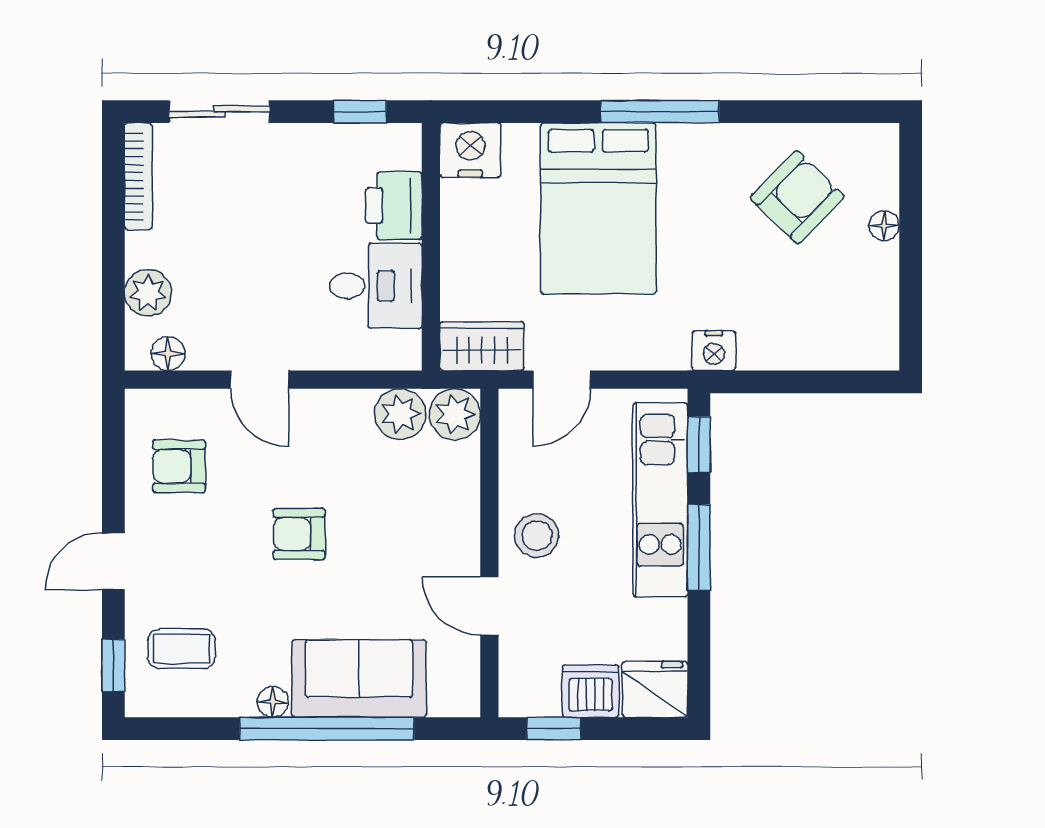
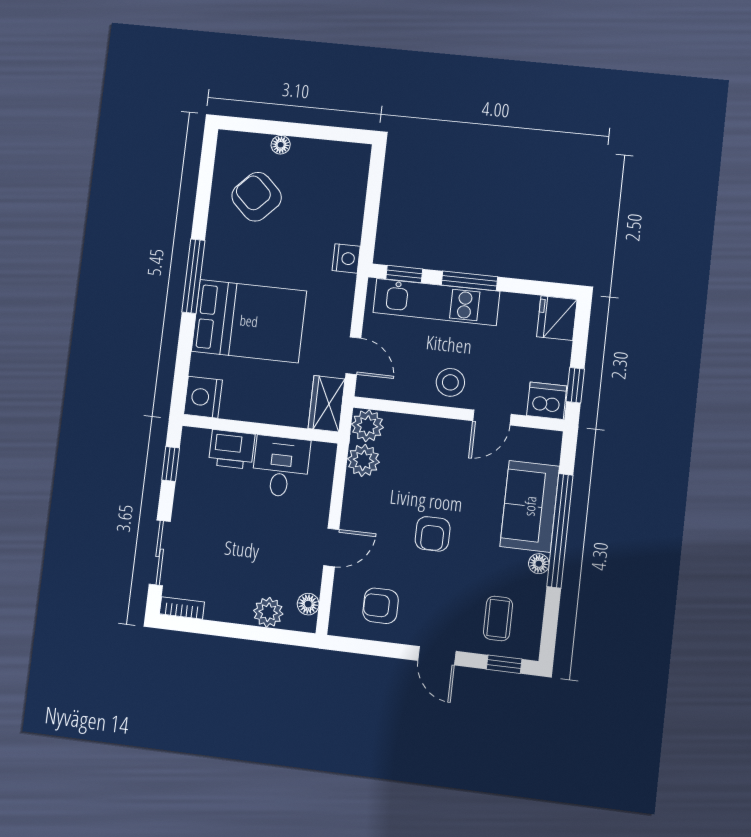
bookcase: (138, 176) -> (182, 608), width x0.64
armchair: (179, 466) -> (381, 606), turned 90
dishwasher: (591, 691) -> (547, 401), moved, turned 90

